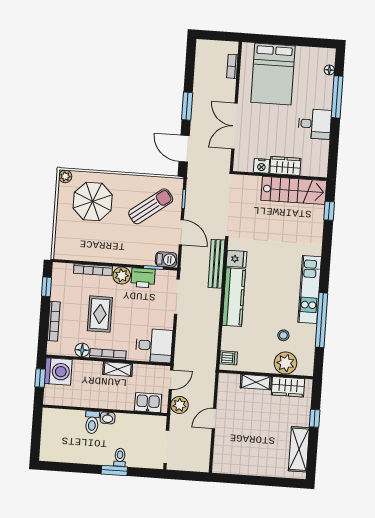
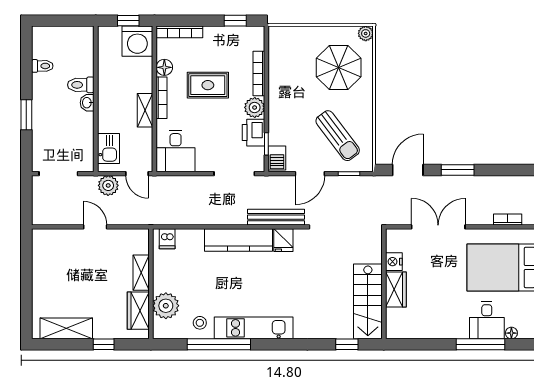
desk: (315, 124) -> (487, 320), moved
bookcase: (54, 321) -> (179, 32), moved
stool: (283, 335) -> (200, 323), moved
toilet: (120, 457) -> (42, 66), moved

